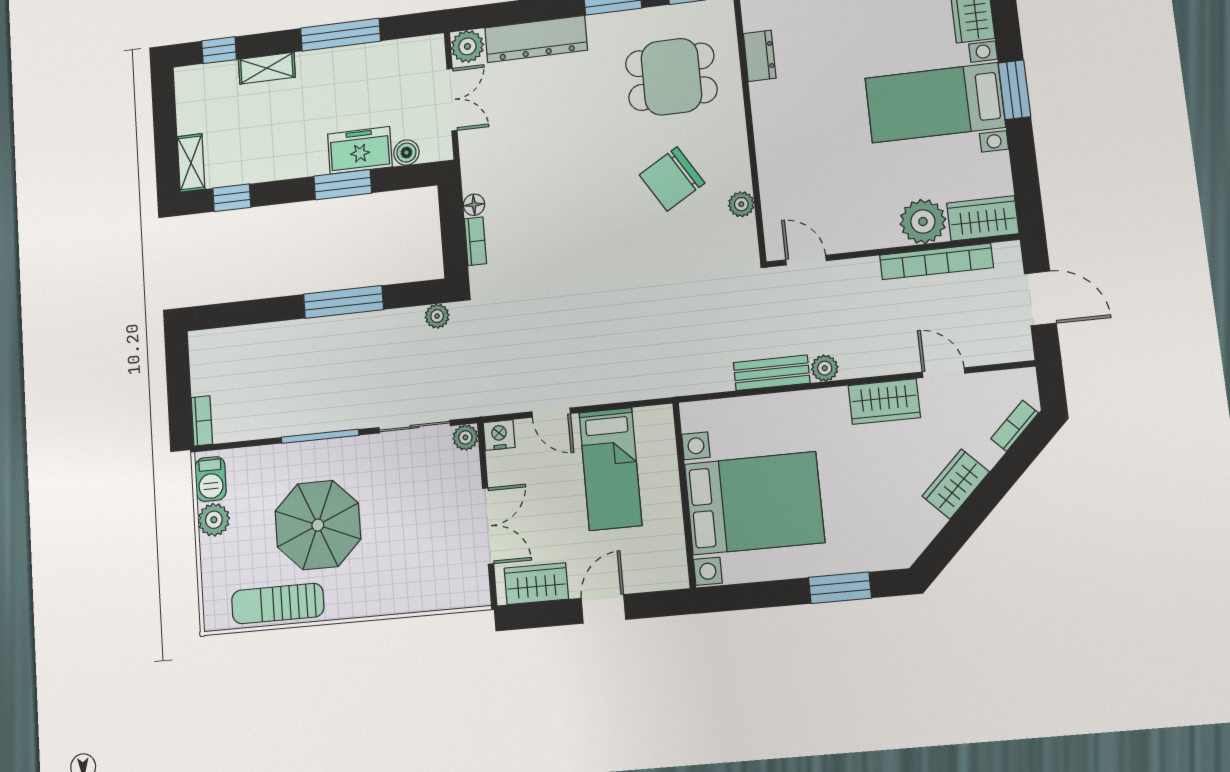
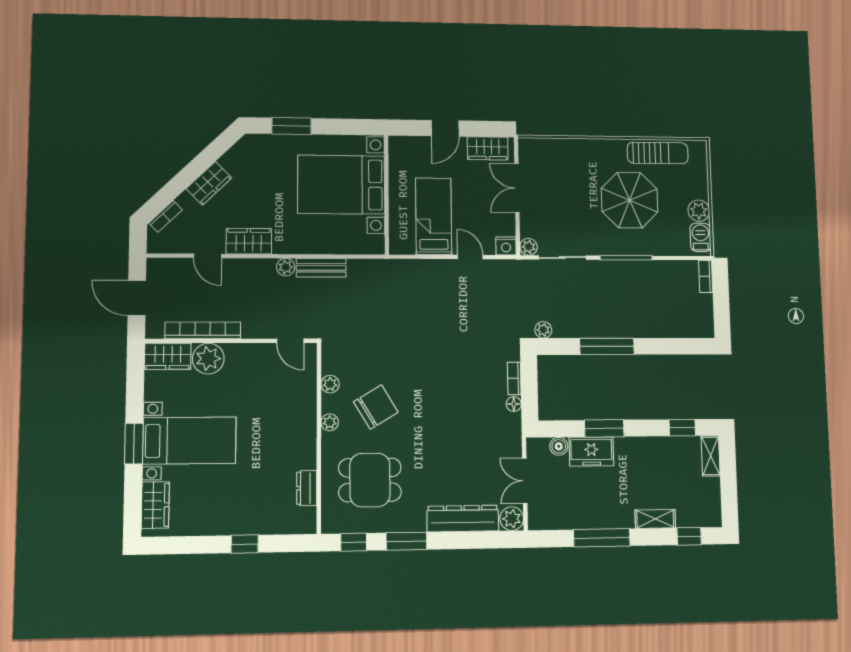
plant: (736, 150) -> (330, 422), added

